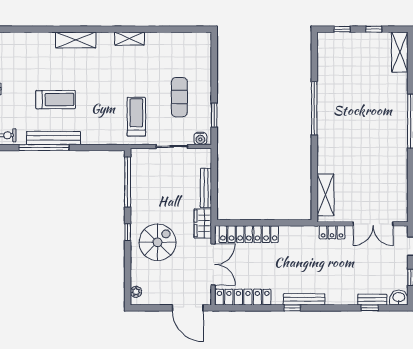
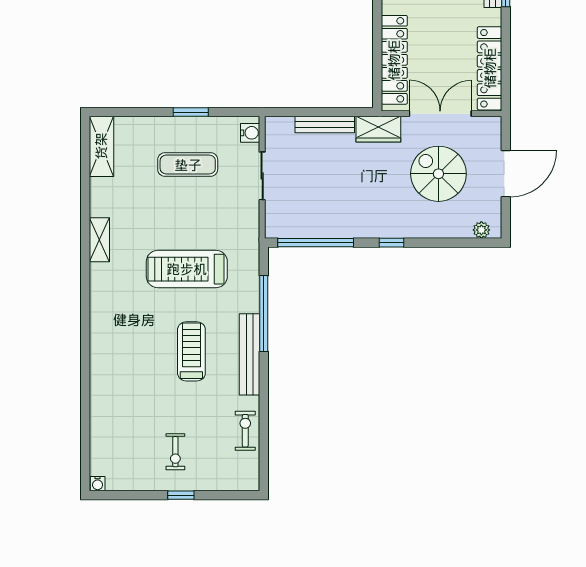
shelving: (76, 40) -> (101, 146), moved
window: (214, 115) -> (191, 112), moved
treadmill: (136, 117) -> (187, 269), moved, width x1.37, depth x1.38
window: (44, 148) -> (264, 314), moved
spiral stairs: (158, 242) -> (438, 174), moved
door: (188, 308) -> (506, 174), moved

